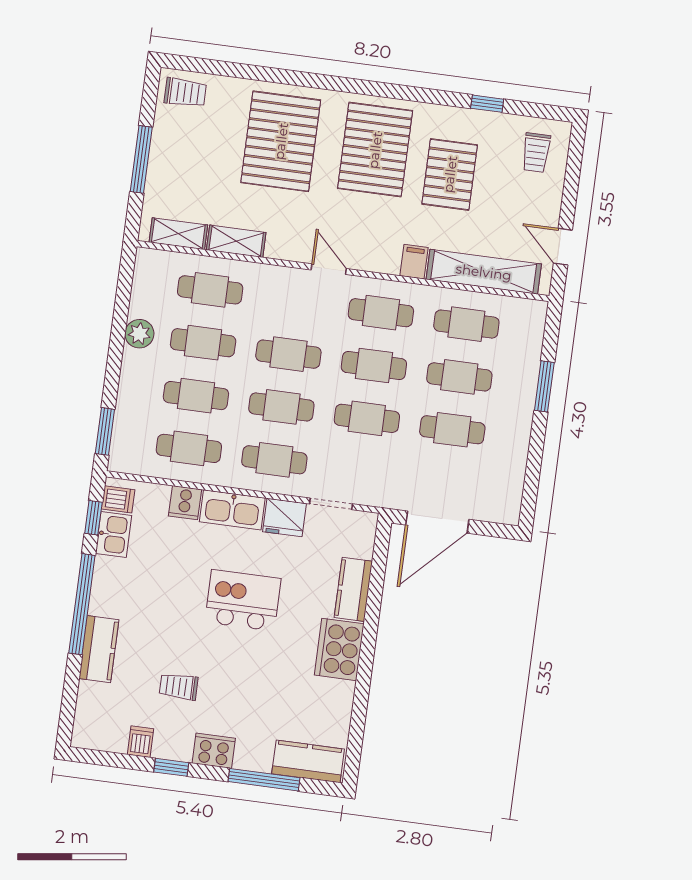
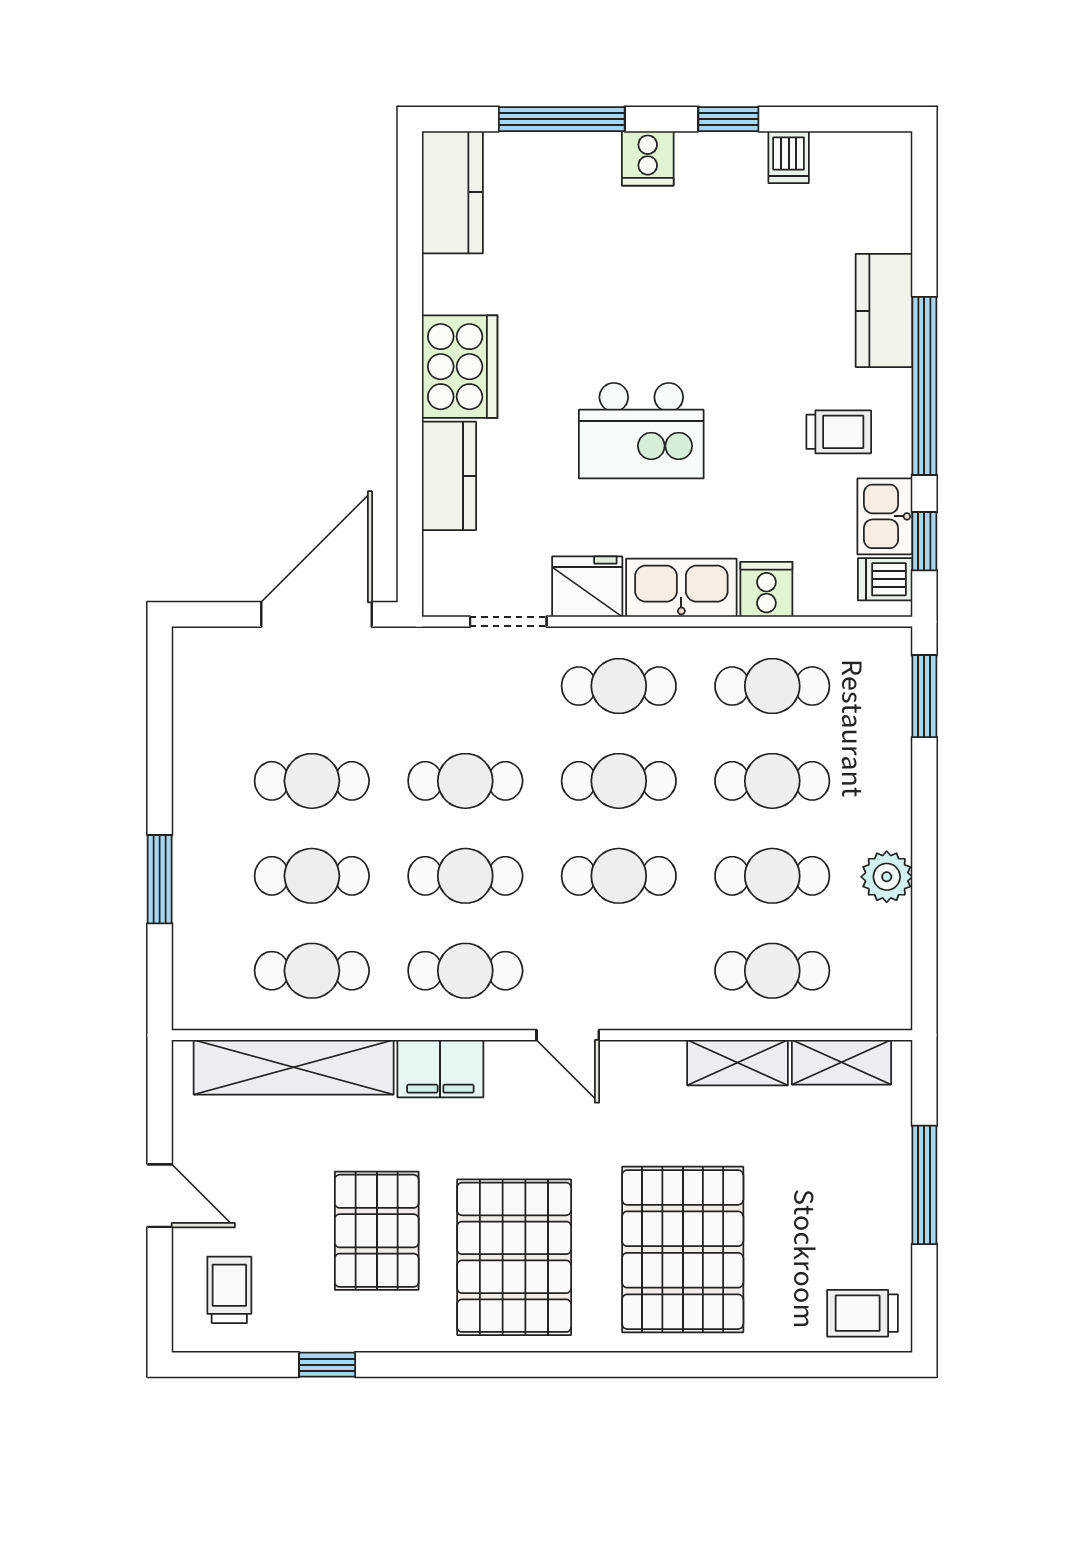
door: (563, 247) -> (160, 1196), moved
filing cabinet: (414, 262) -> (440, 1069), width x2.00
trolley: (179, 687) -> (839, 432), moved
cooker: (214, 751) -> (648, 158), width x0.73
kitchen counter: (308, 761) -> (452, 192), moved, turned -90

